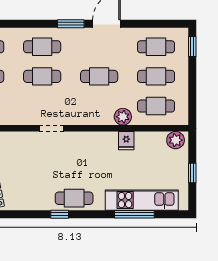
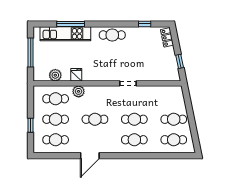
window: (71, 24) -> (115, 156), removed
window: (192, 47) -> (31, 125), moved
plant: (176, 140) -> (55, 75), moved
window: (192, 173) -> (31, 52), width x2.17
window: (60, 214) -> (145, 24), moved

